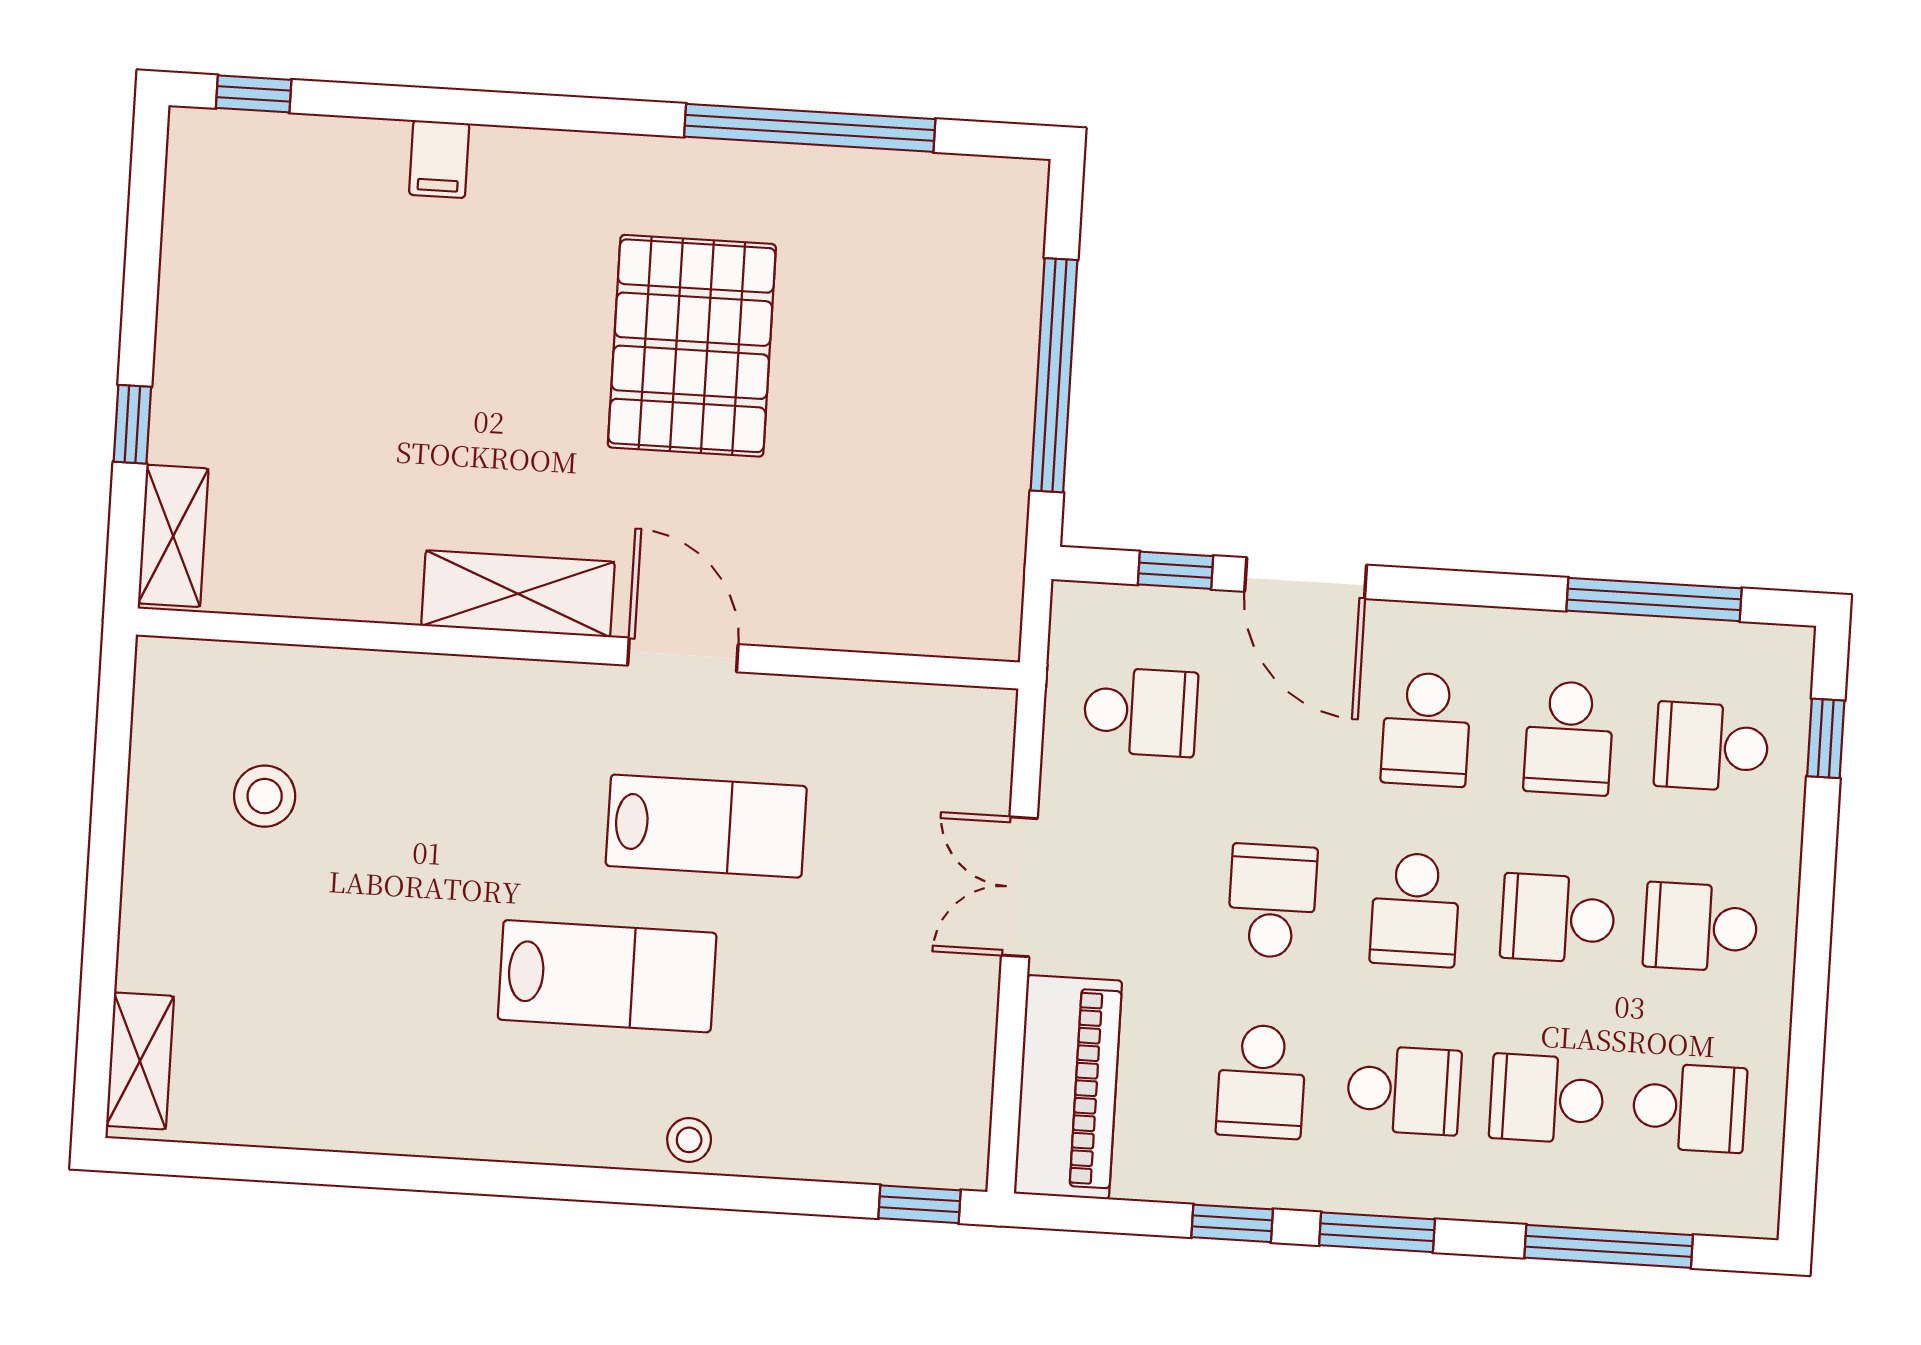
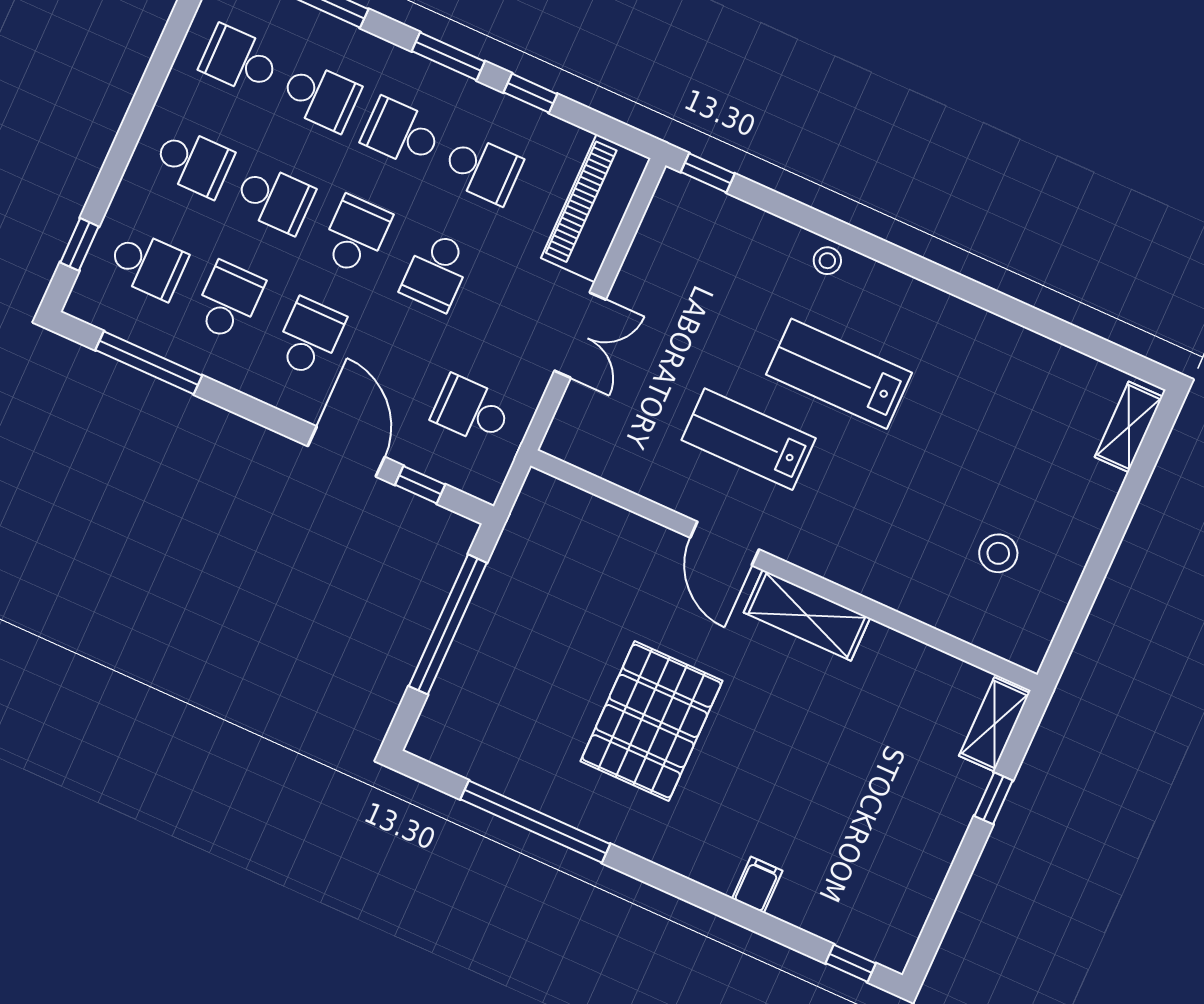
school desk: (1261, 1081) -> (482, 169), turned 90

